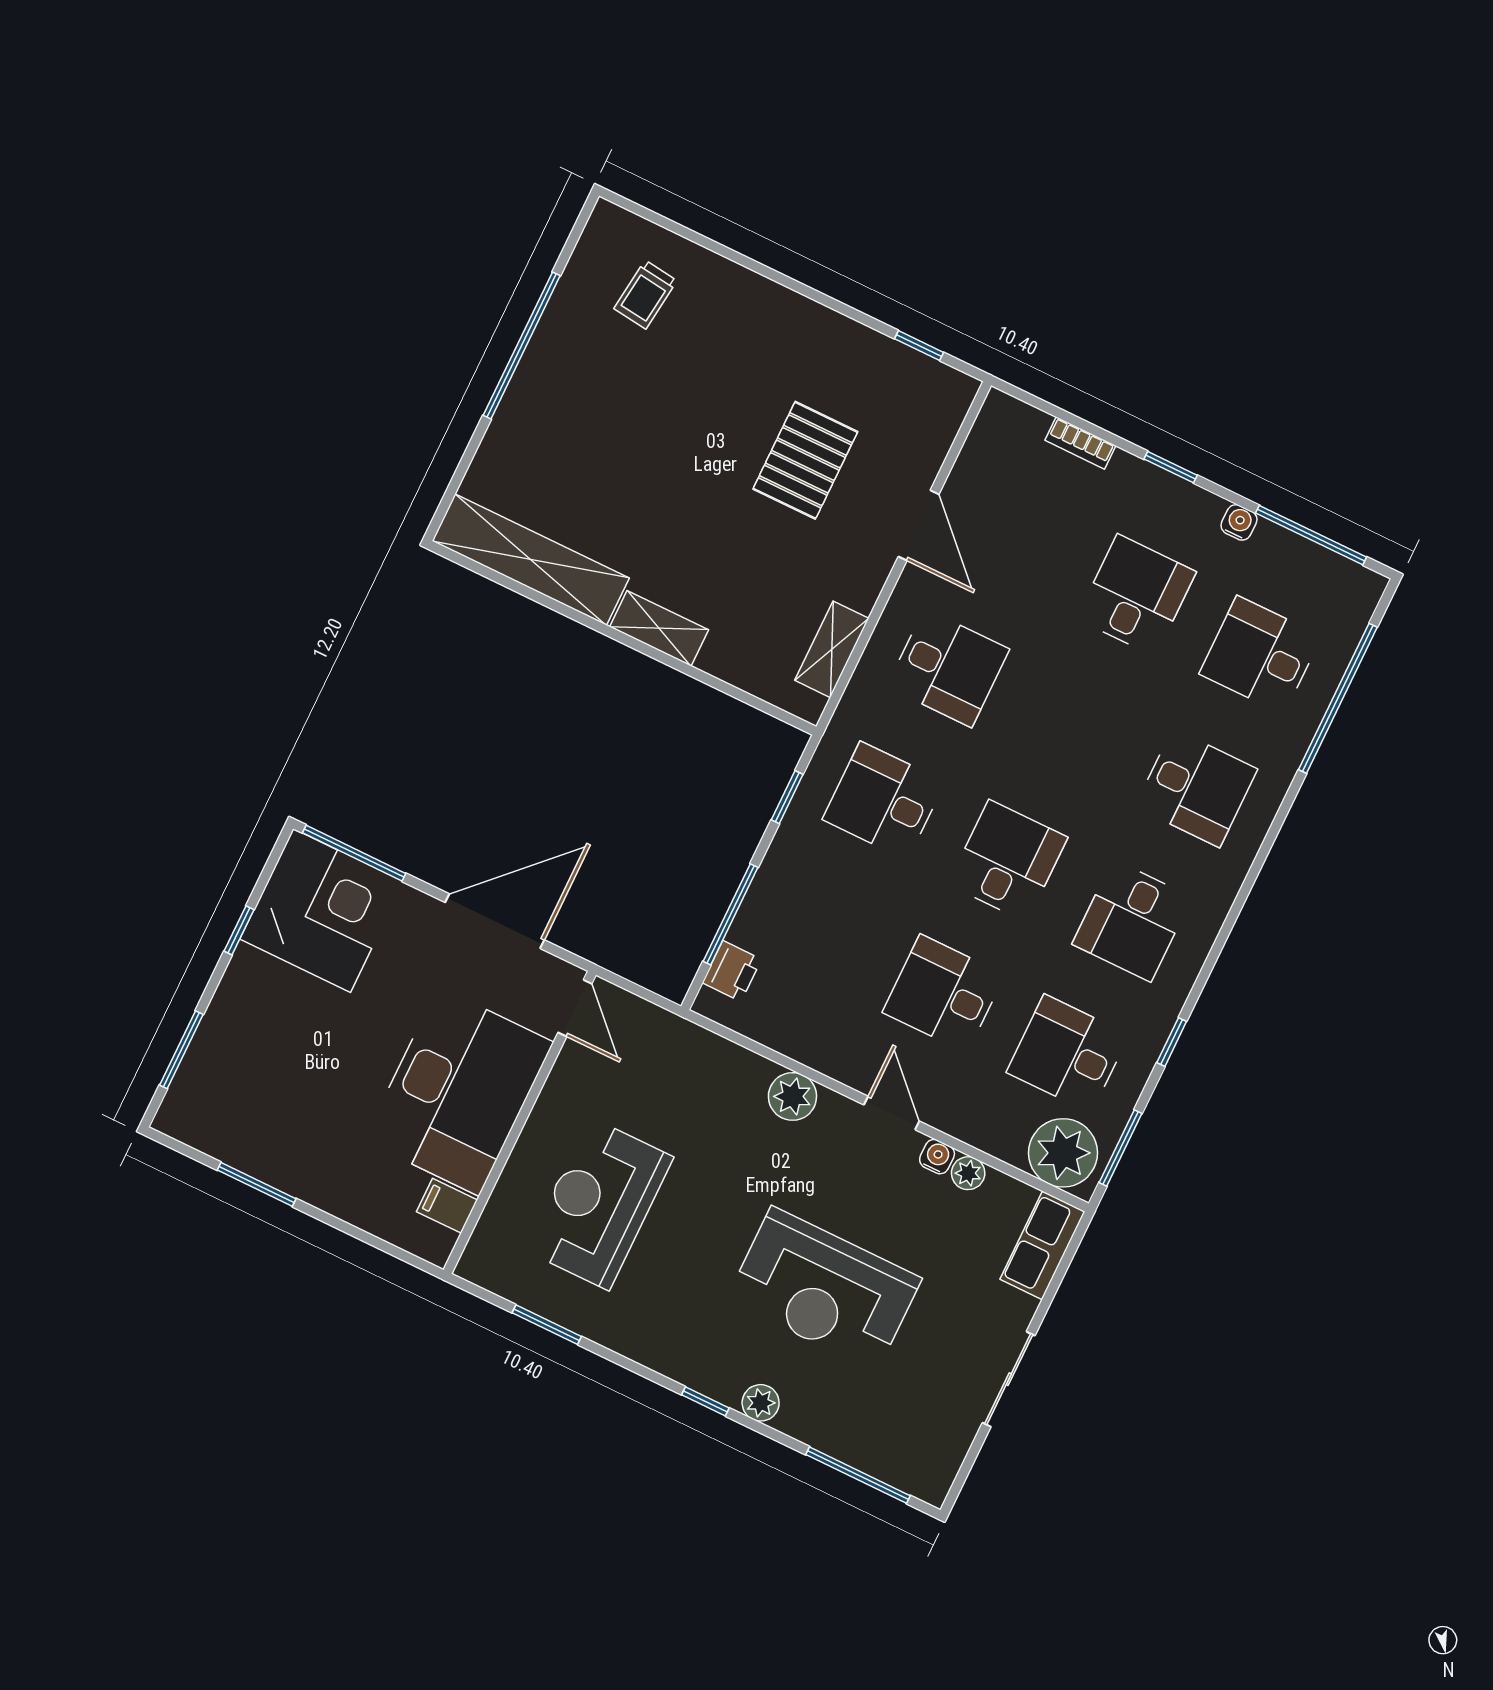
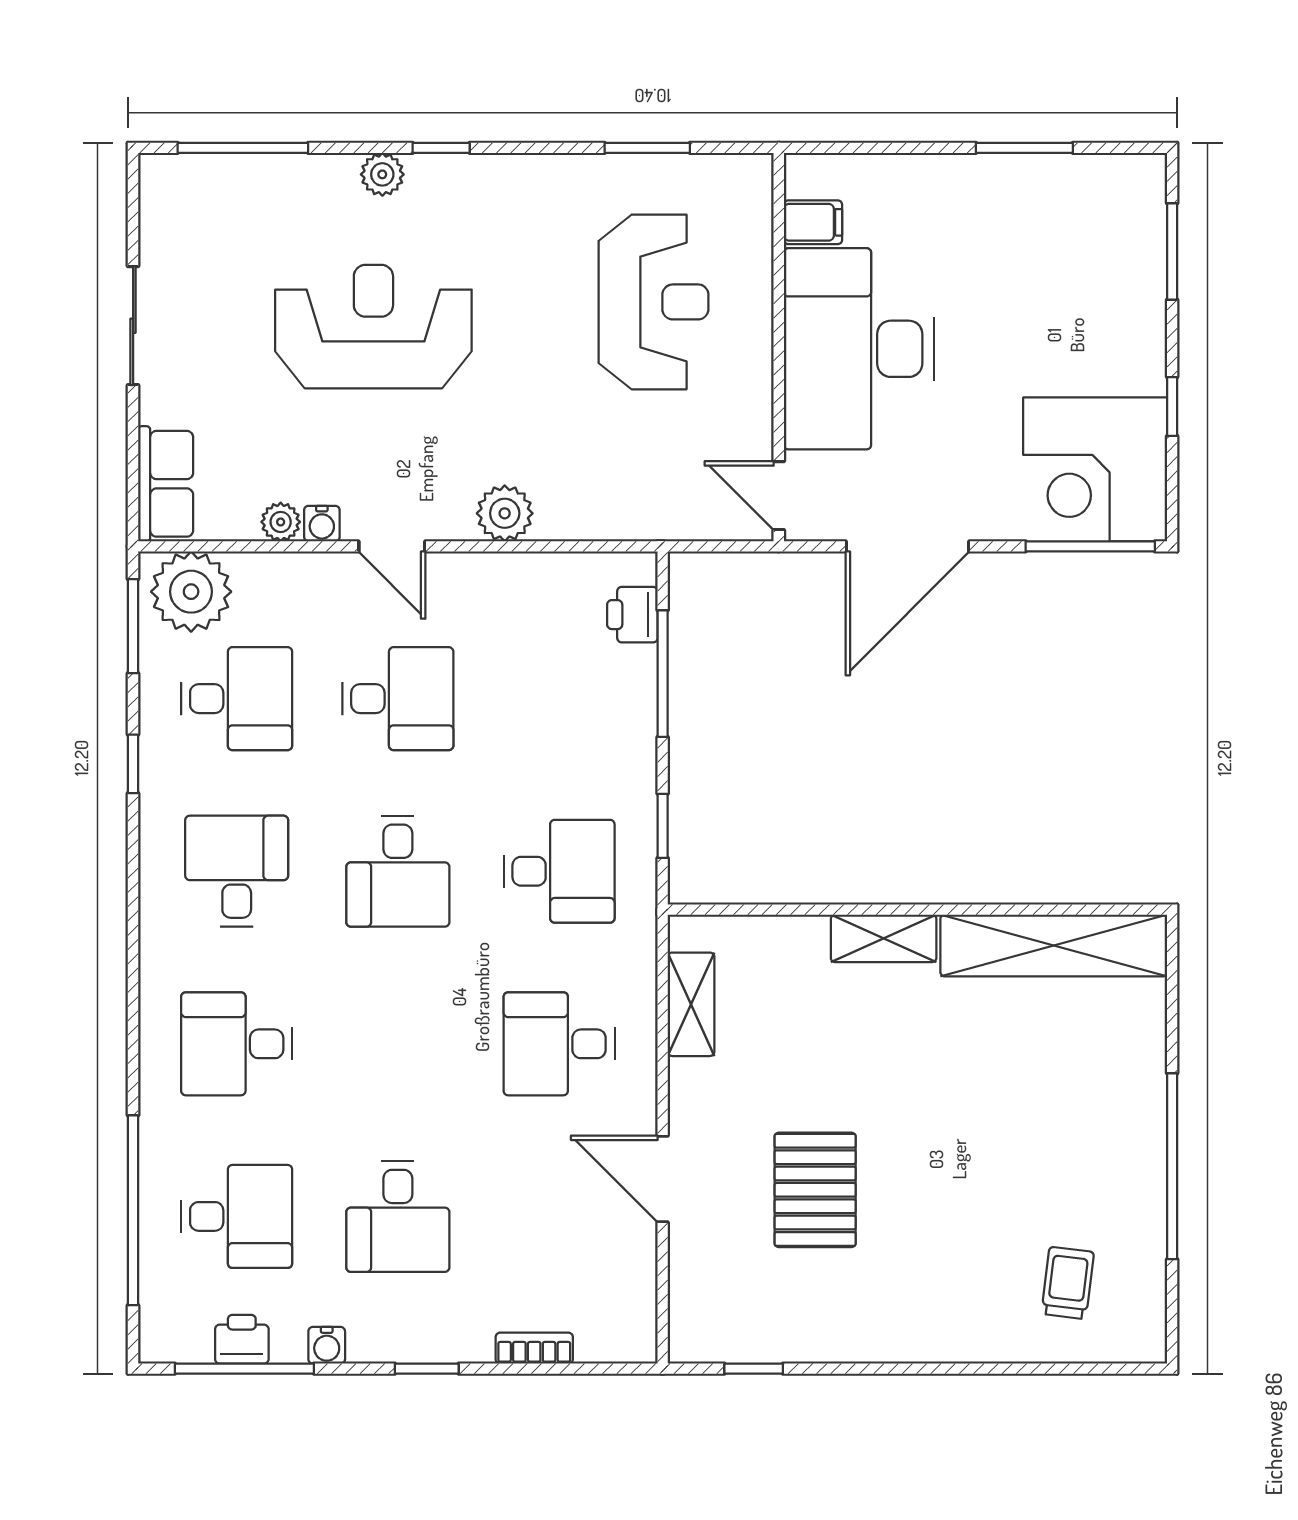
printer: (1302, 559) -> (242, 1339), added

